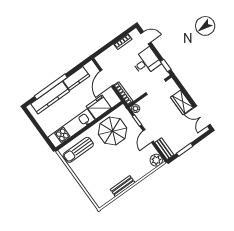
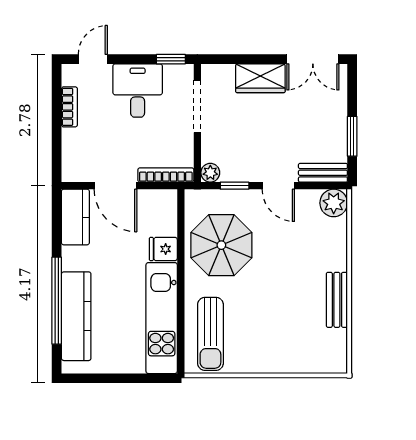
kitchen counter: (76, 78) -> (75, 217), moved
fridge: (99, 107) -> (163, 249), width x0.53, depth x0.75

